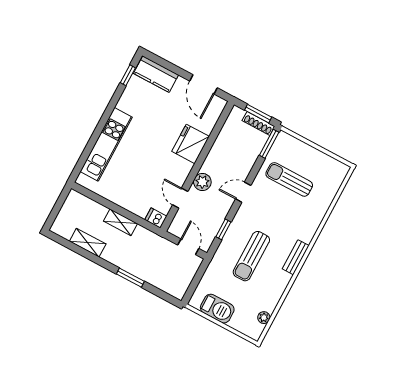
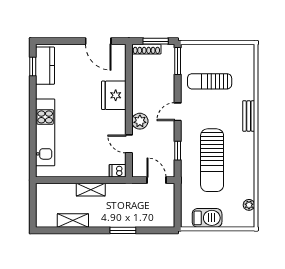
kitchen counter: (156, 74) -> (45, 66), moved, turned -90
shoe rack: (258, 123) -> (146, 49), moved
sun lounger: (251, 256) -> (212, 160), width x1.36, depth x1.34
bench: (296, 257) -> (249, 116), moved

